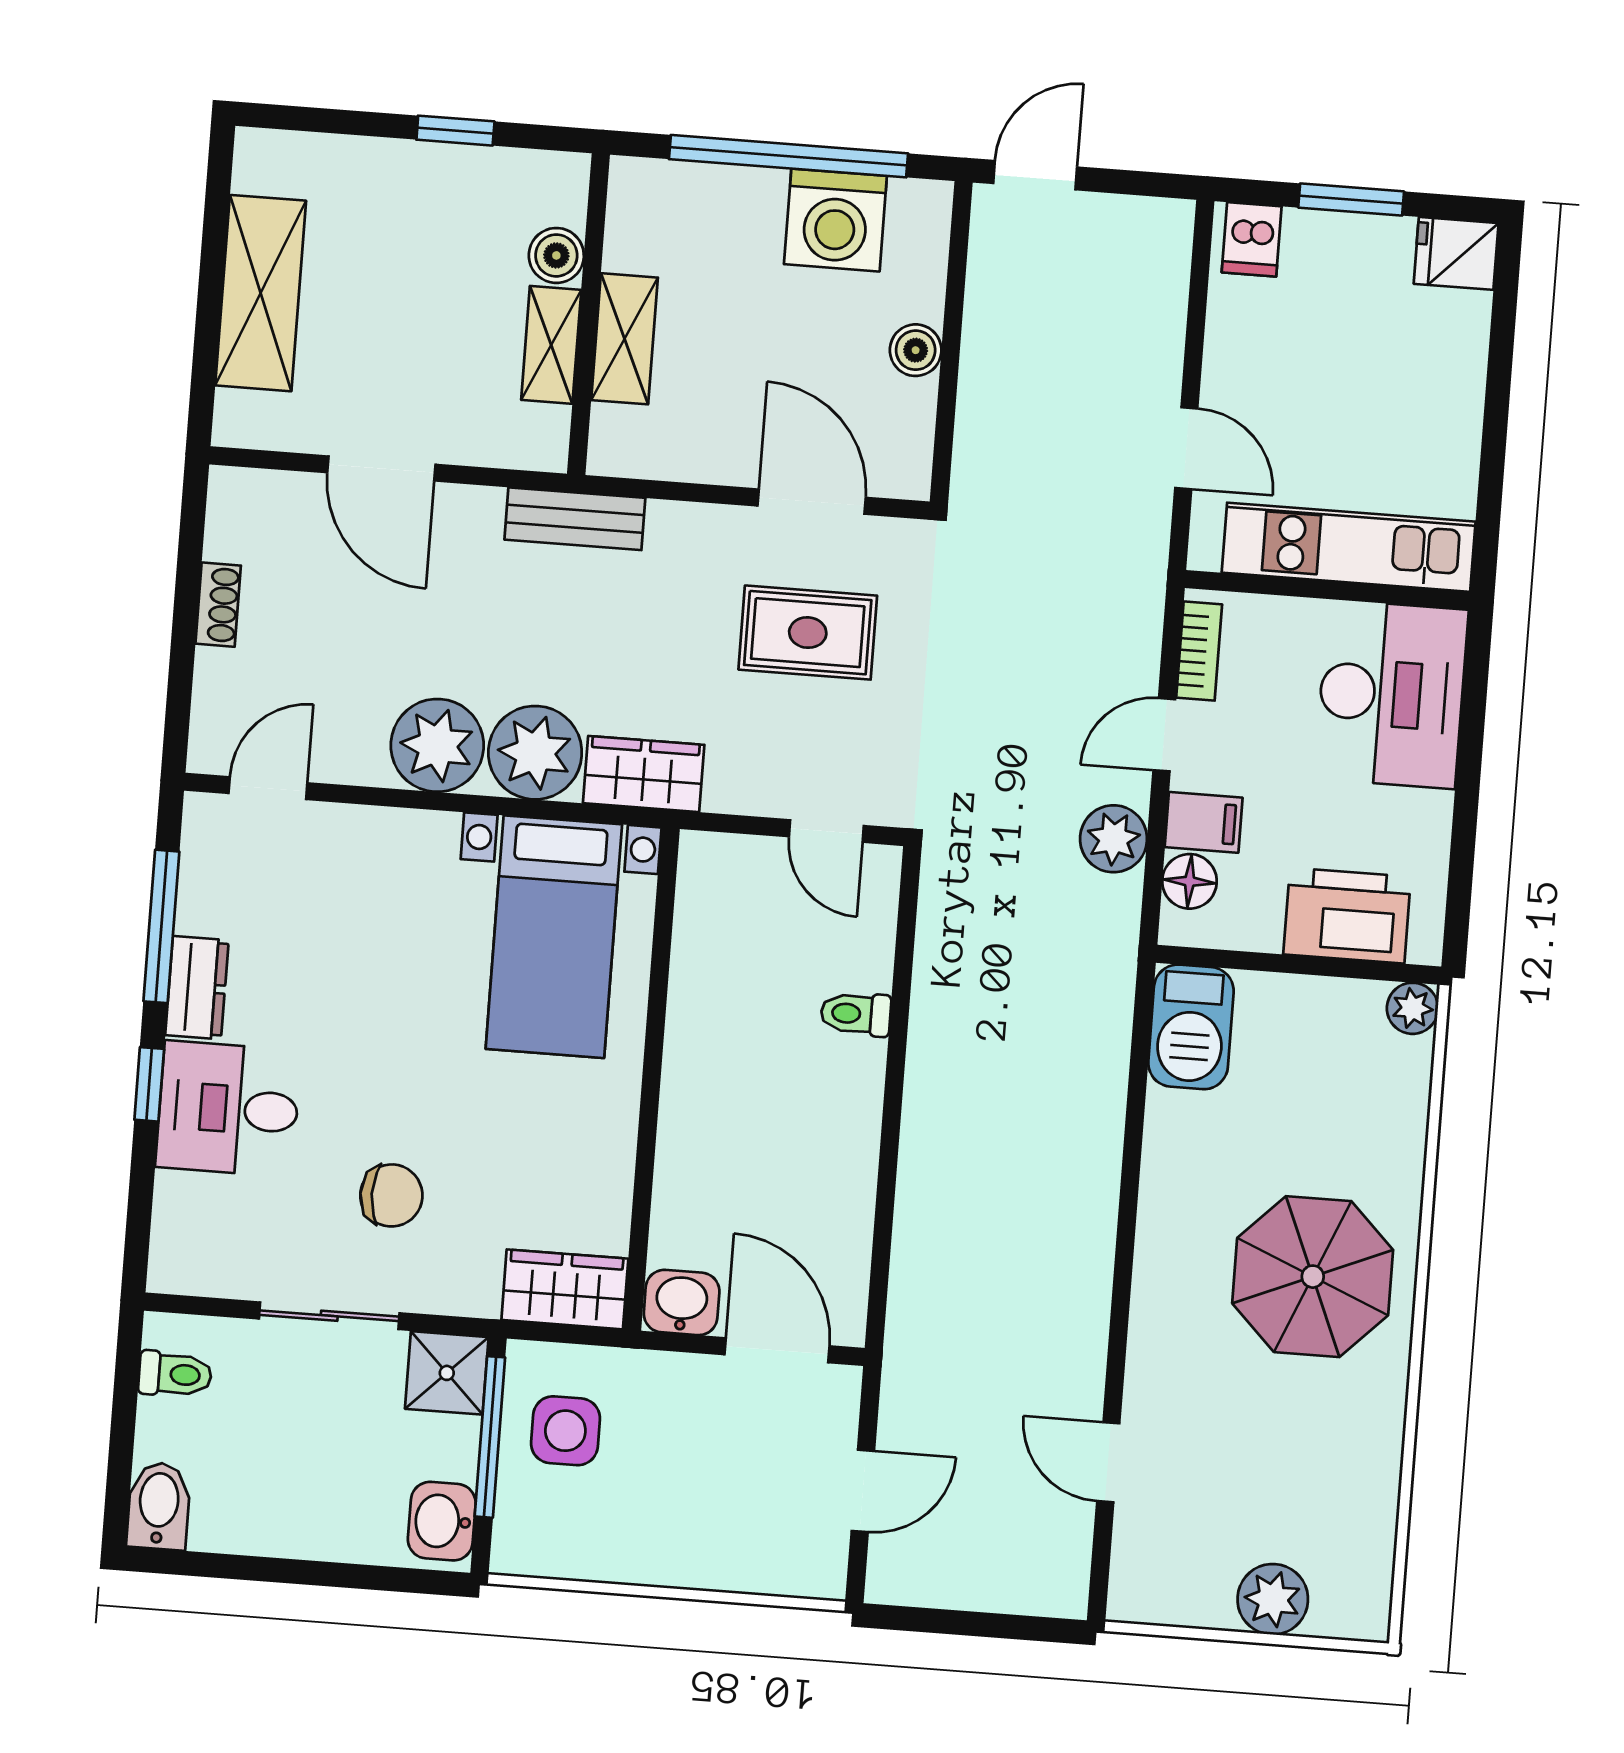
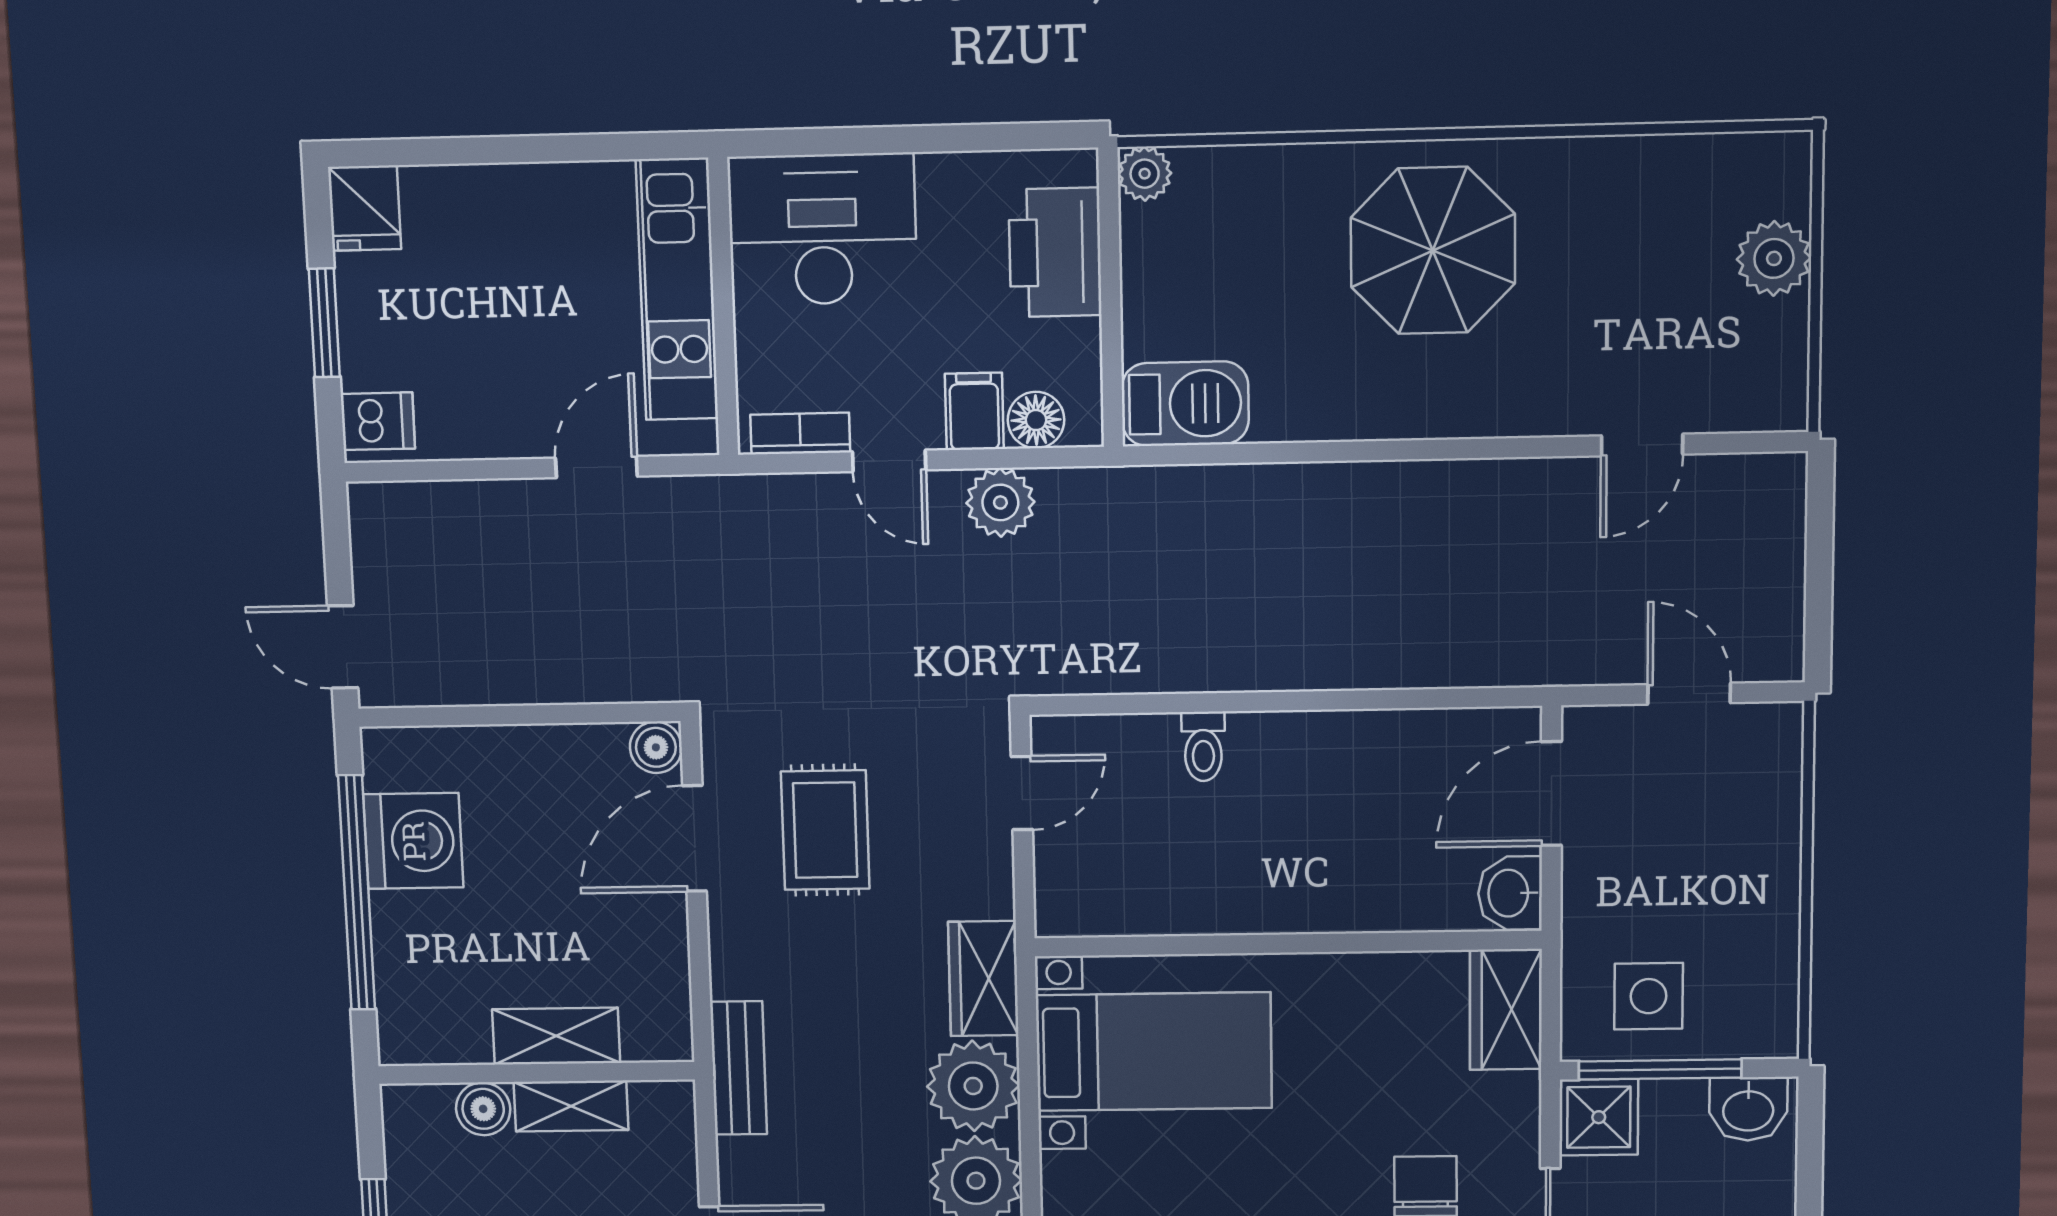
boiler: (916, 350) -> (656, 747), moved

